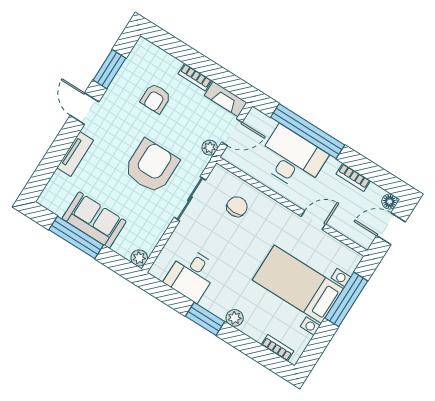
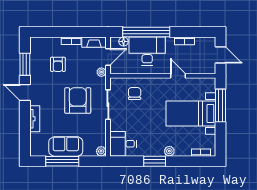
floor lamp: (390, 202) -> (124, 41), moved
door: (313, 220) -> (178, 76), hinge flipped
door: (391, 229) -> (221, 55), swing flipped
desk: (191, 275) -> (123, 144), moved, turned 90

